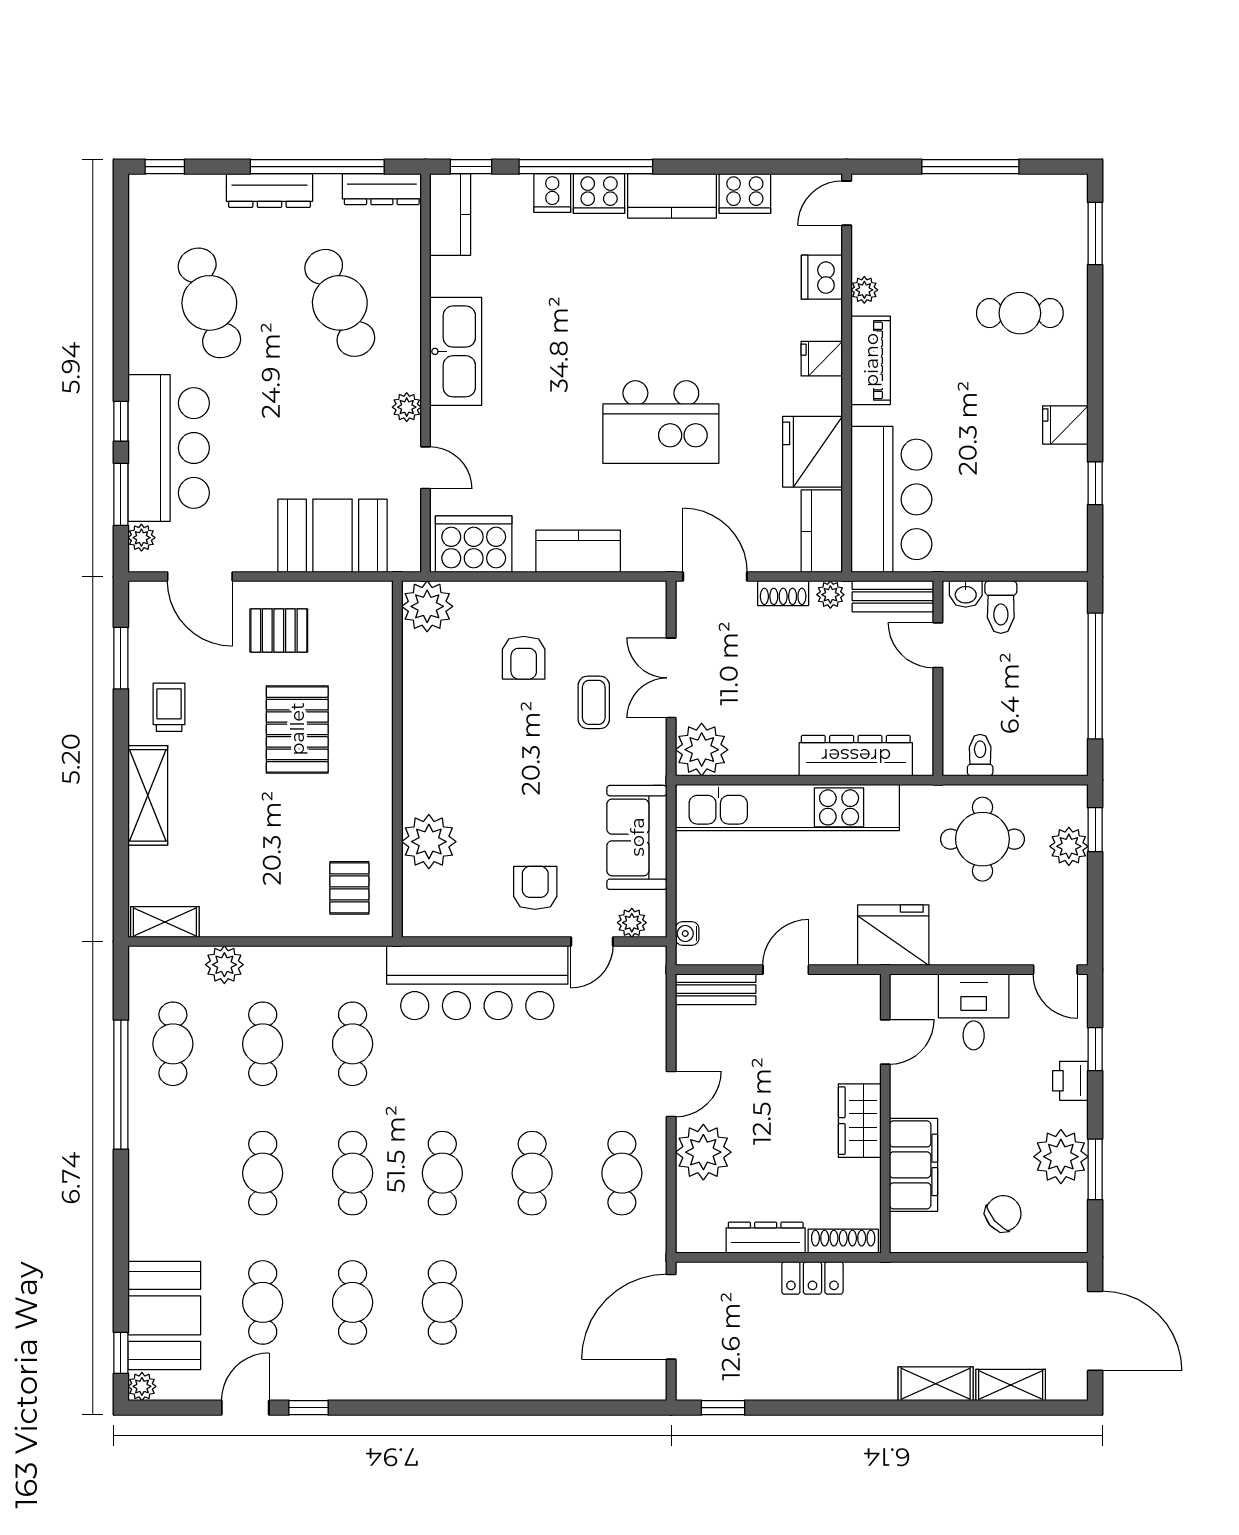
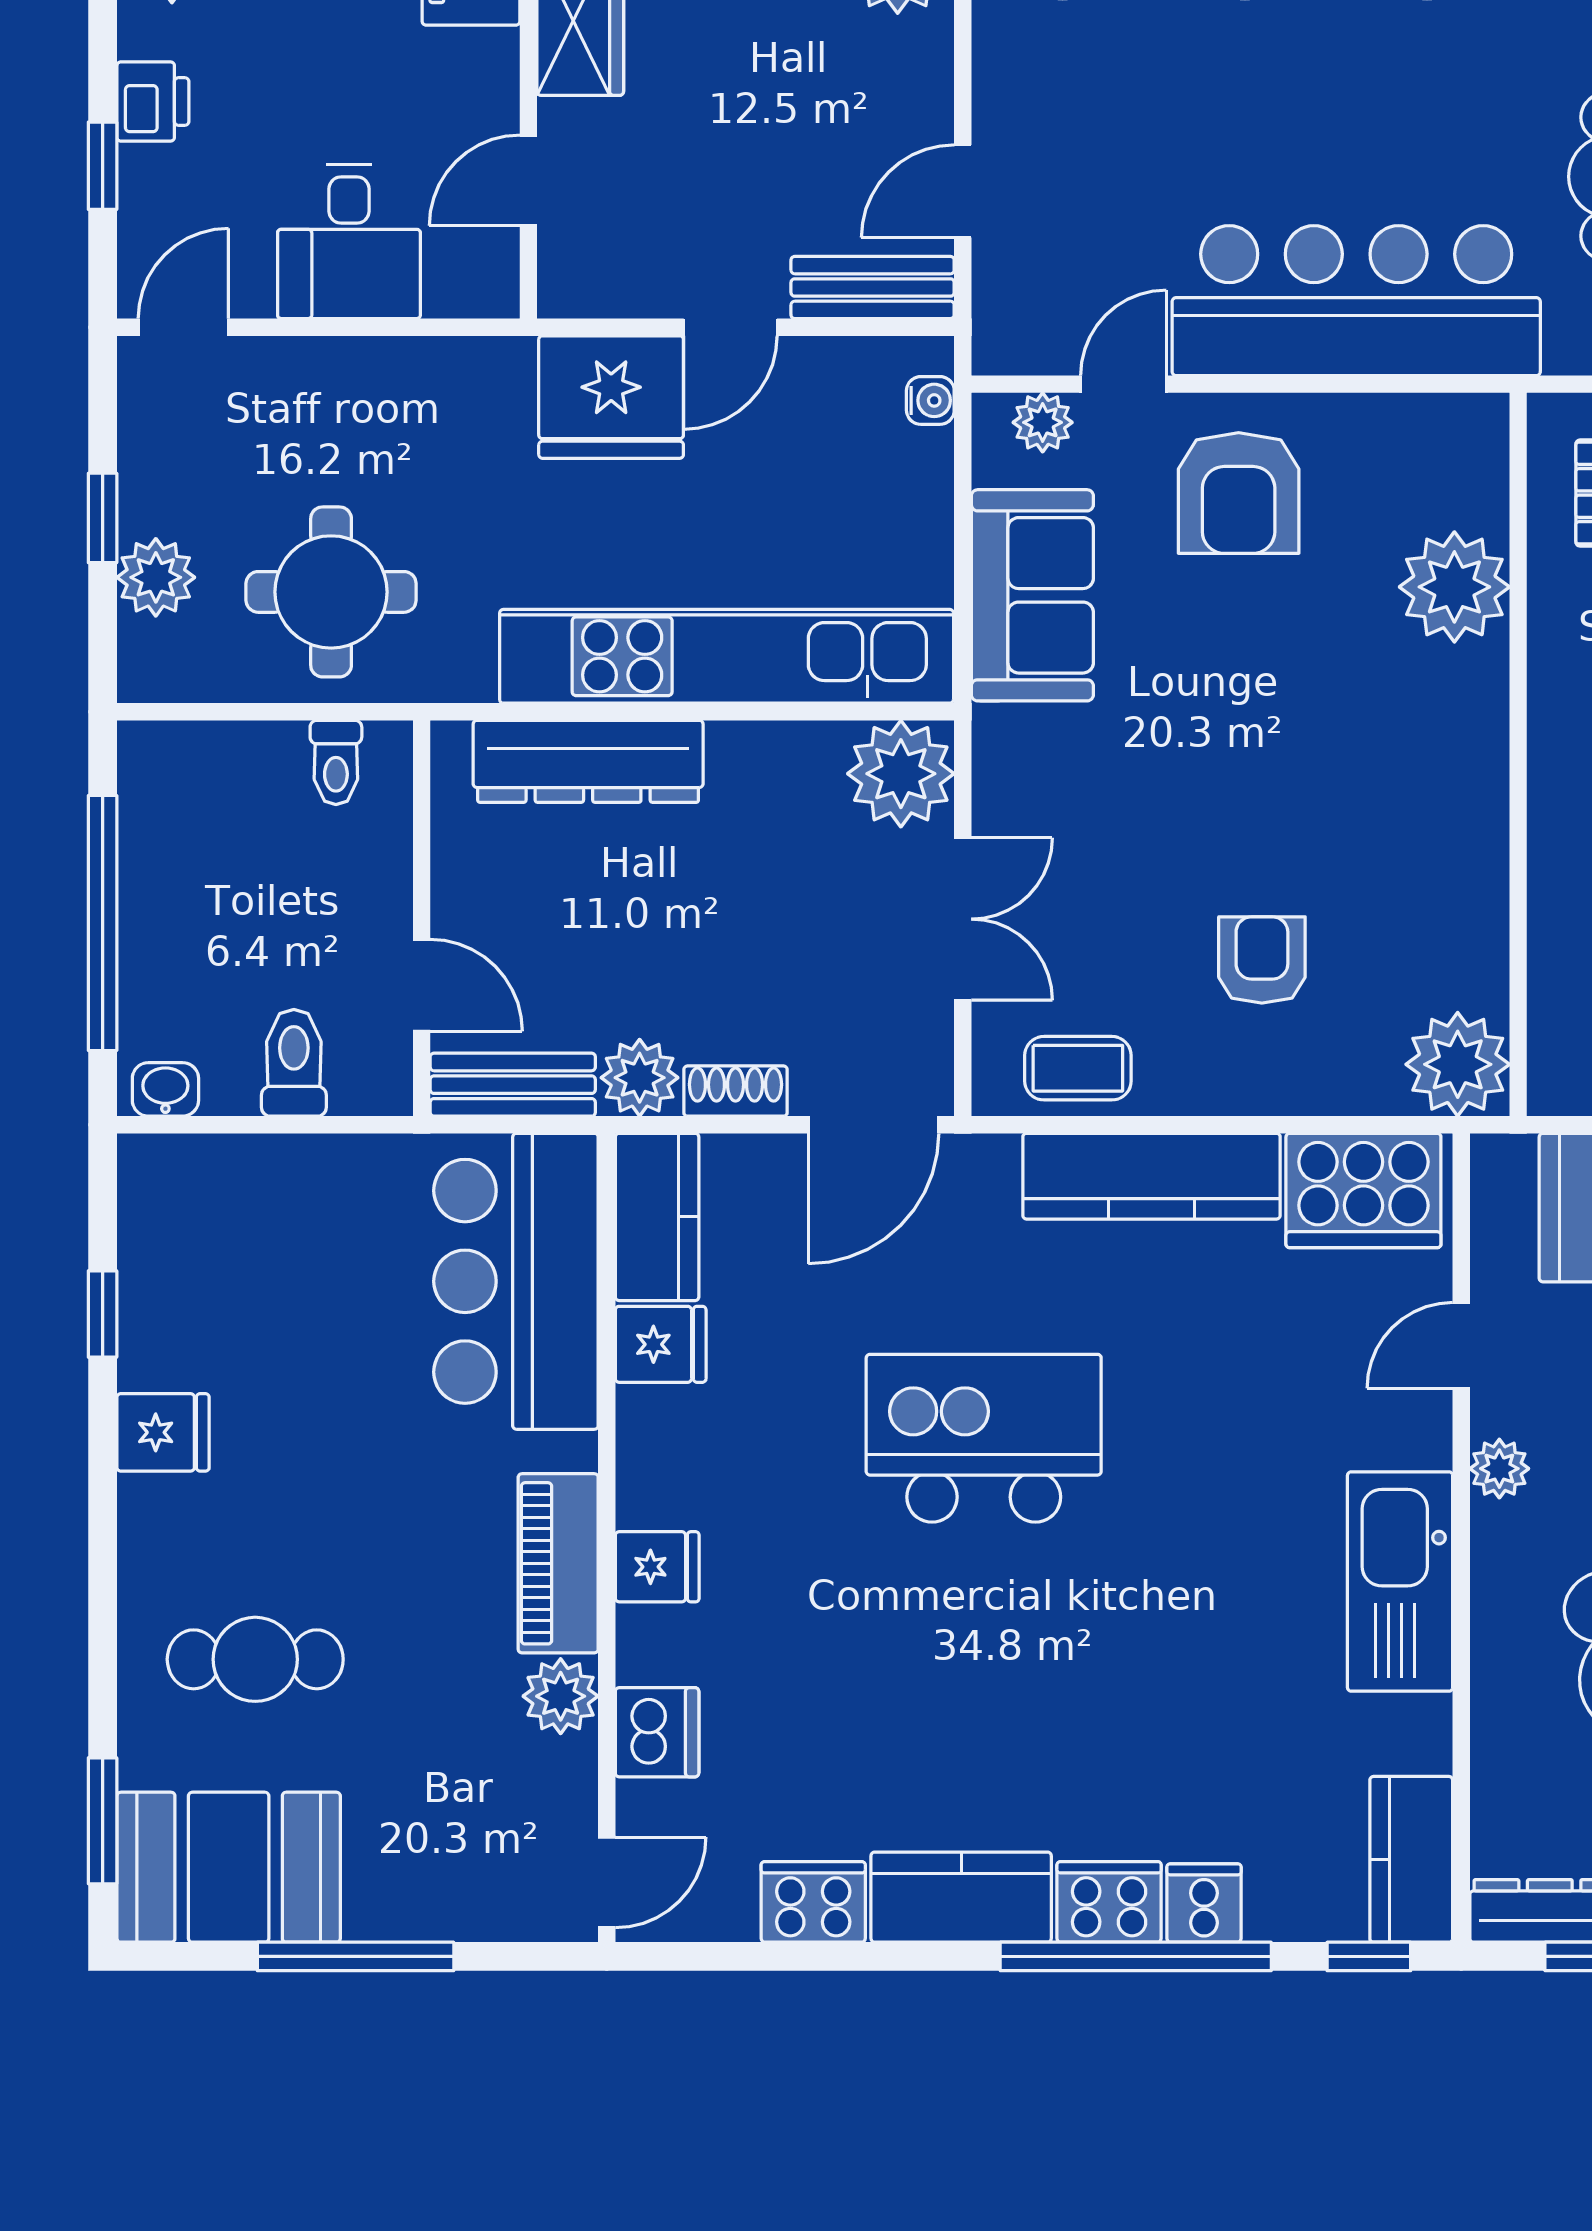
booth: (1033, 211) -> (229, 1867), added
plant: (864, 290) -> (561, 1696), width x1.38, depth x1.38
fridge: (812, 452) -> (661, 1344), width x0.53, depth x0.75
door: (425, 468) -> (1461, 1345), hinge flipped
kitchen counter: (578, 551) -> (1151, 1176), width x1.50
door: (715, 577) -> (874, 1125), hinge flipped
washbasin: (966, 594) -> (165, 1089), moved
plant: (830, 595) -> (640, 1078), width x1.38, depth x1.38
coffee table: (594, 702) -> (1078, 1068), moved, turned 90
window: (1095, 830) -> (103, 518), moved
armchair: (535, 888) -> (1239, 493), width x1.38, depth x1.38
fridge: (893, 935) -> (611, 397), moved
door: (1055, 970) -> (183, 327), hinge flipped
door: (671, 1094) -> (963, 191), moved

